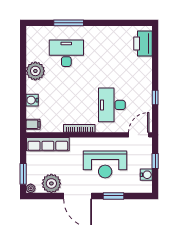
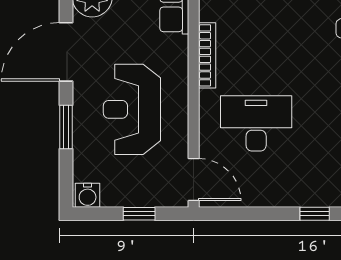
window: (155, 98) -> (315, 214), moved
water cooler: (146, 175) -> (88, 195), moved

